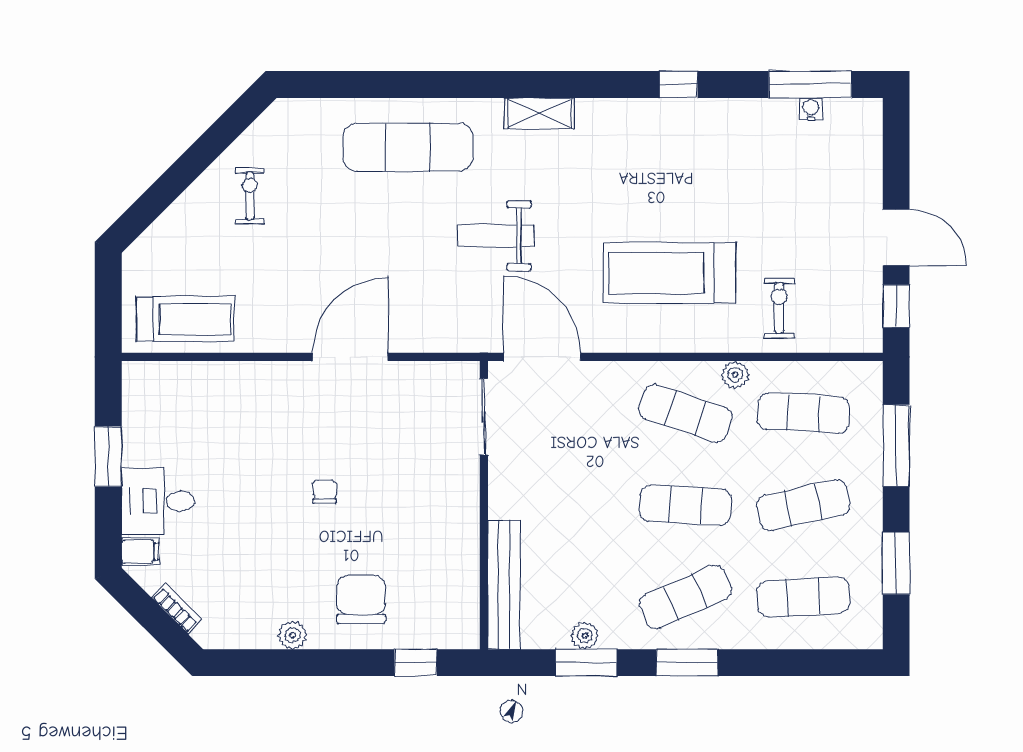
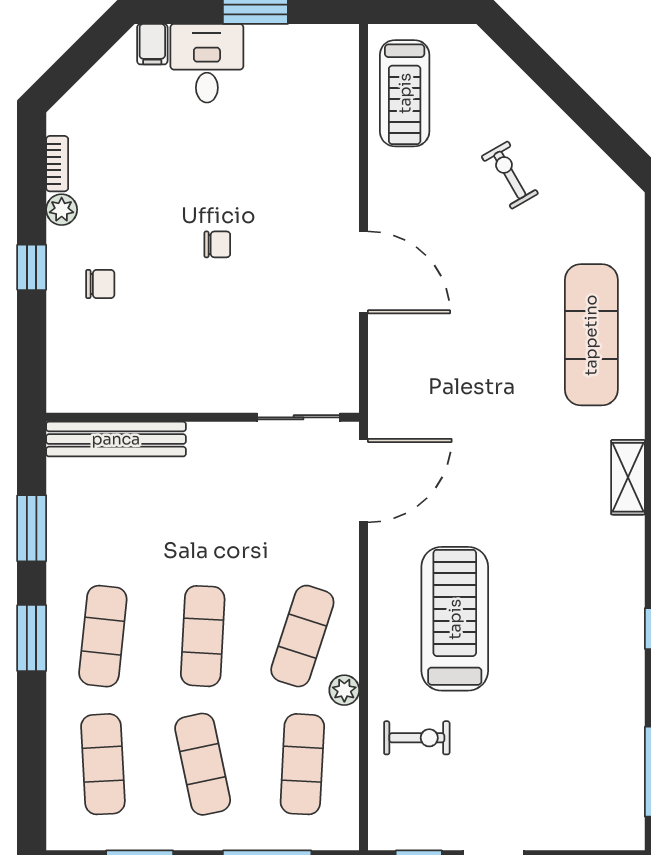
water cooler: (811, 109) -> (633, 773), removed
exercise bike: (250, 196) -> (510, 175), moved, turned -120
weight bench: (496, 236) -> (495, 430), removed
exercise mat: (685, 597) -> (103, 636), turned 30
chair: (361, 599) -> (100, 284), width x0.54, depth x0.54
bookcase: (177, 608) -> (57, 164), moved, turned -45
plant: (585, 636) -> (61, 527), removed
window: (416, 663) -> (32, 267), moved

